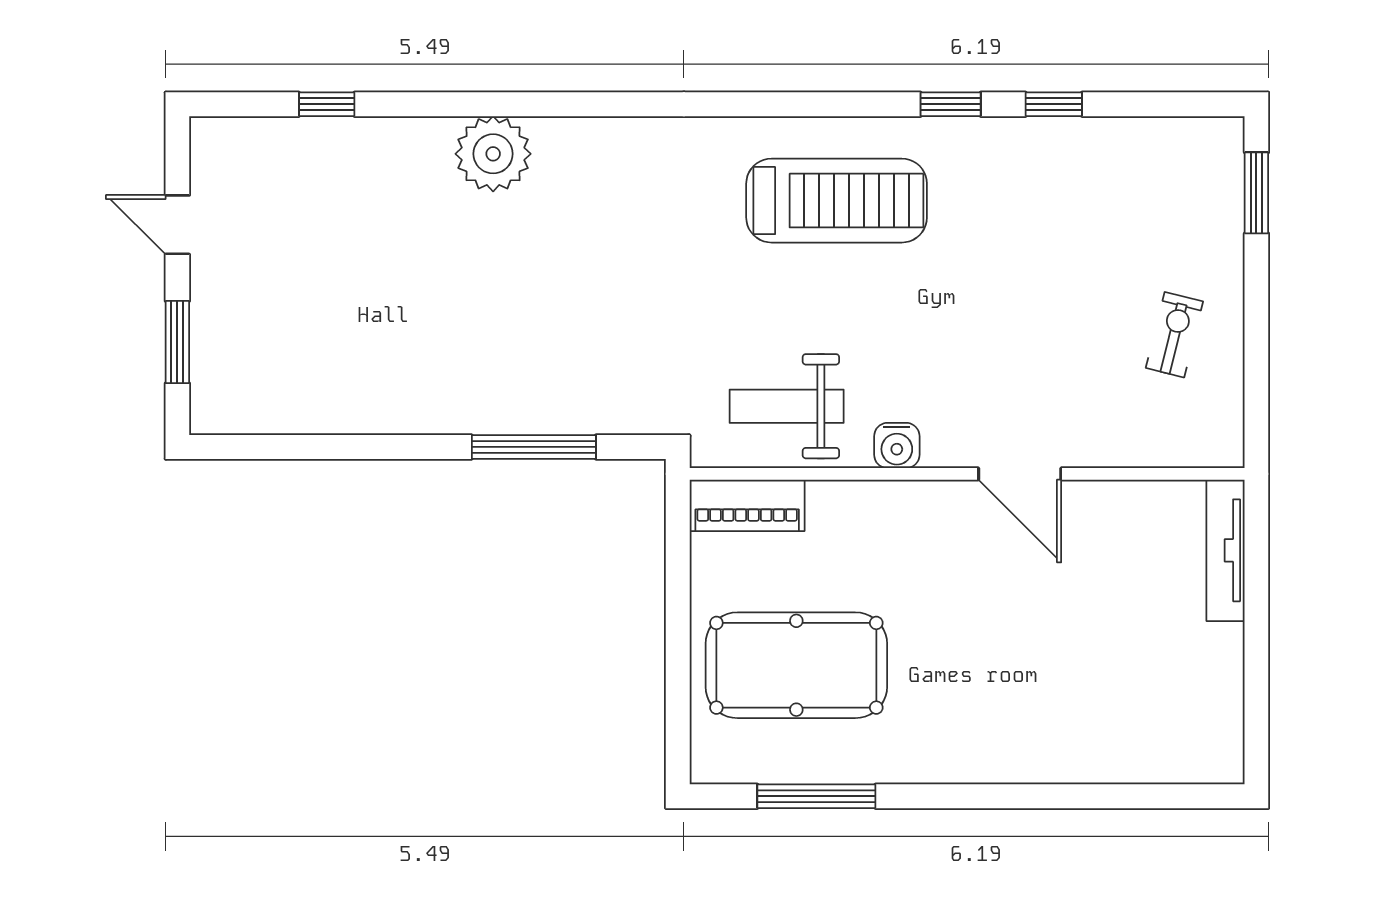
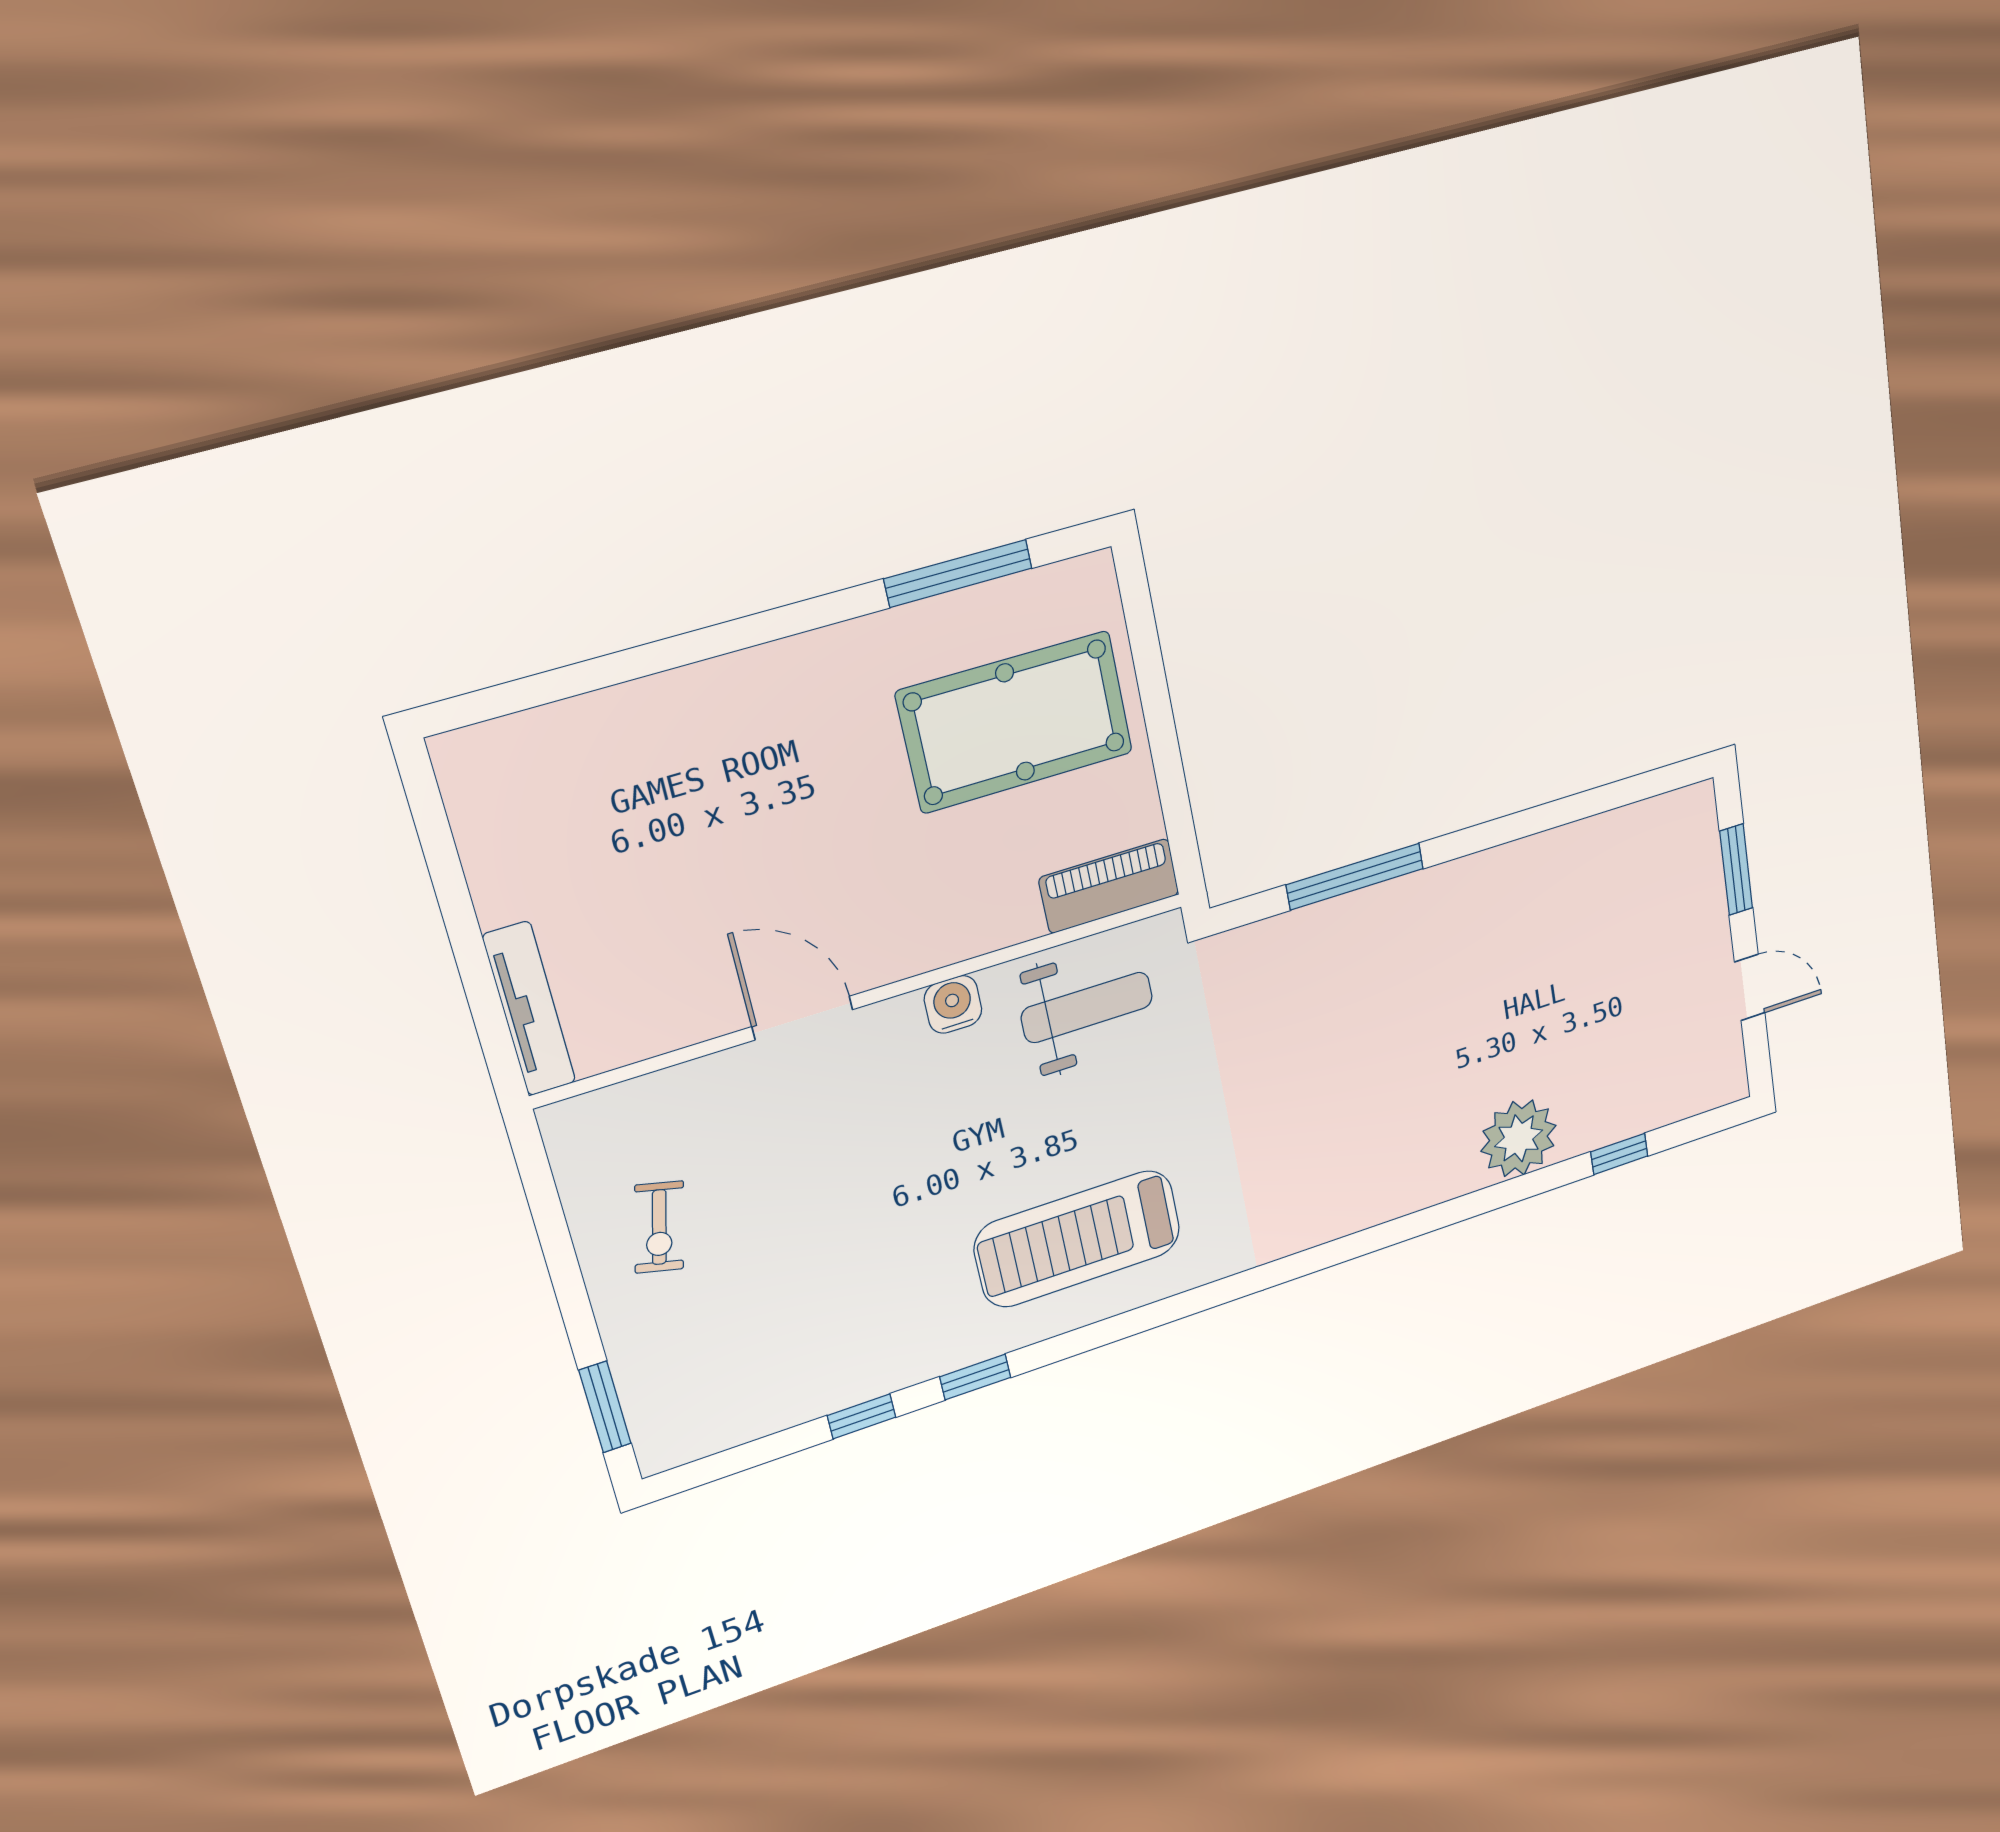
plant: (493, 154) -> (1519, 1138), moved

